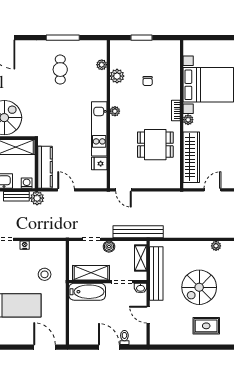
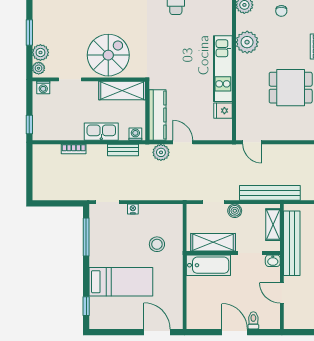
plant: (115, 111) -> (247, 42), width x1.88, depth x1.88
plant: (37, 198) -> (161, 152), moved

